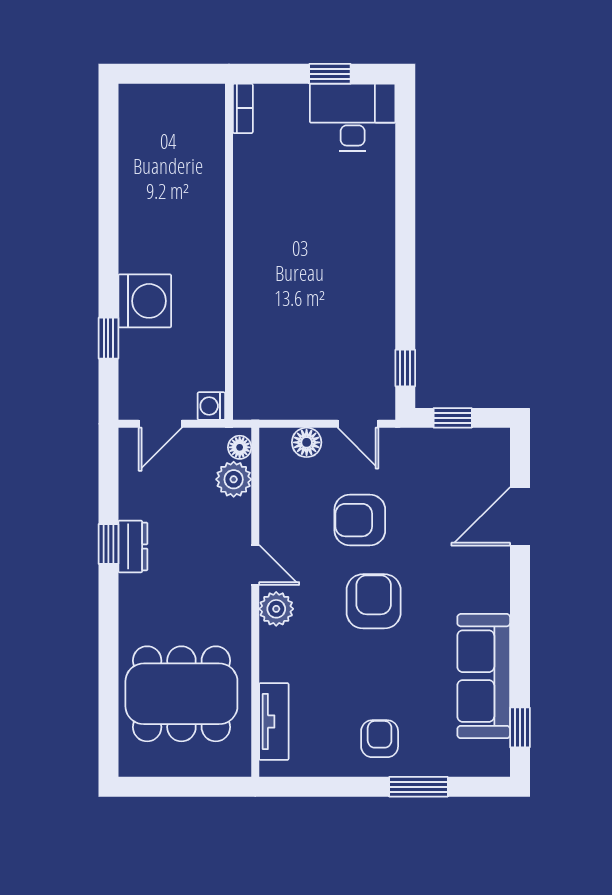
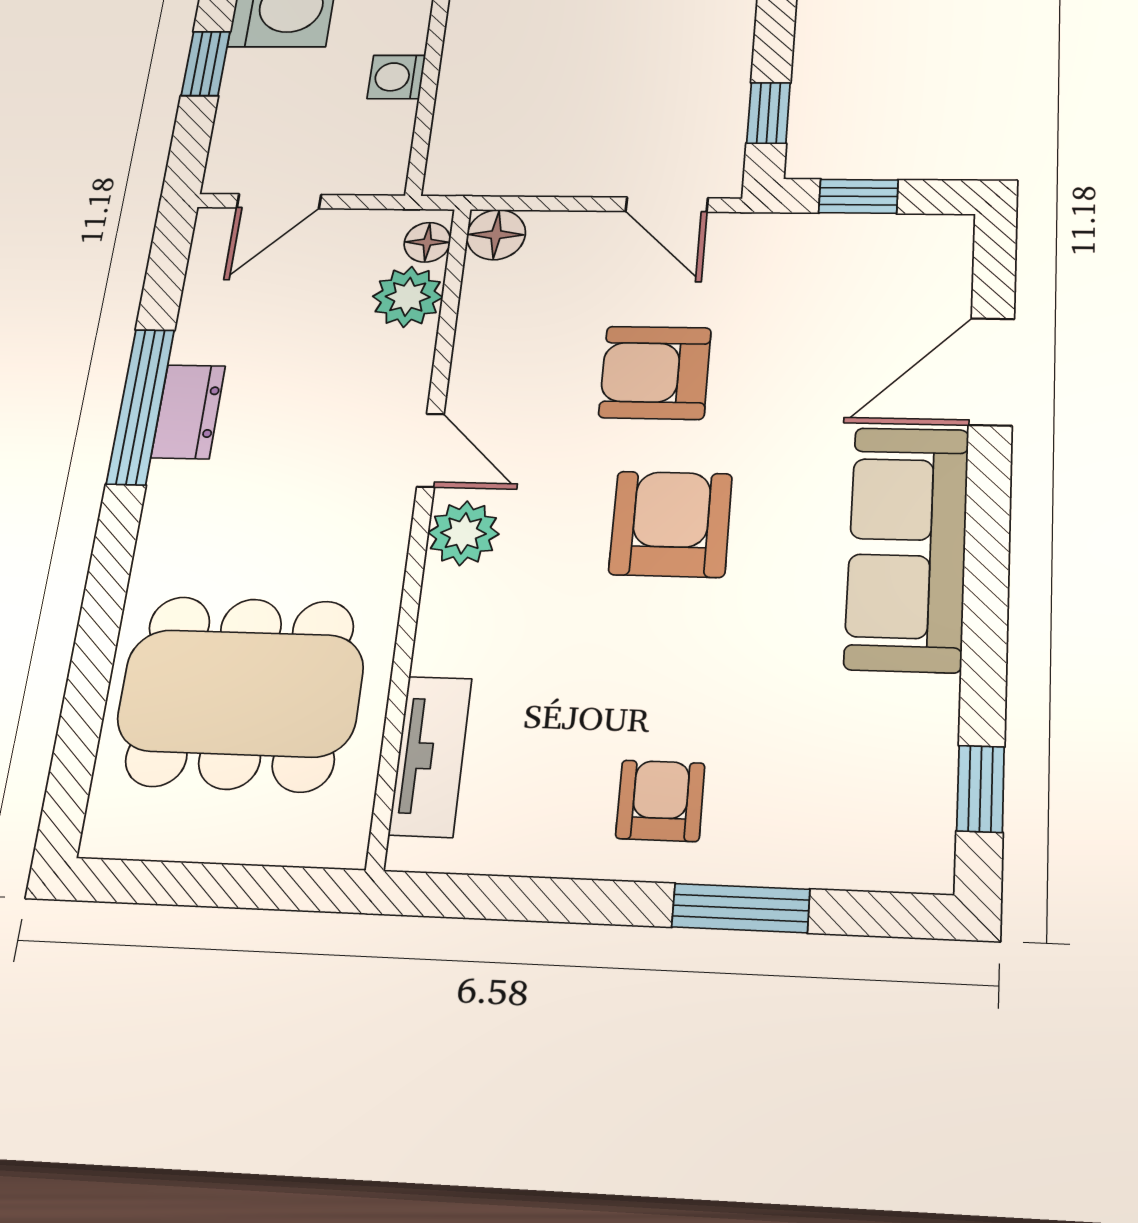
washing machine: (211, 406) -> (396, 77), moved
floor lamp: (307, 442) -> (496, 235), moved
window: (108, 544) -> (141, 406), width x2.17
sofa: (484, 676) -> (907, 548), moved

